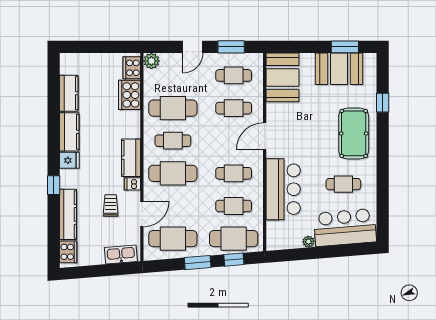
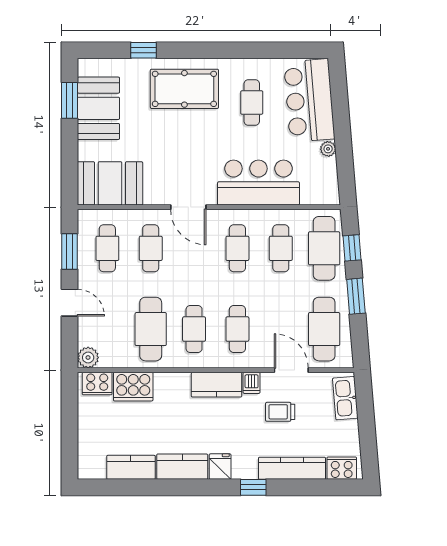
cafe table: (173, 173) -> (237, 329), width x0.73, depth x0.74

